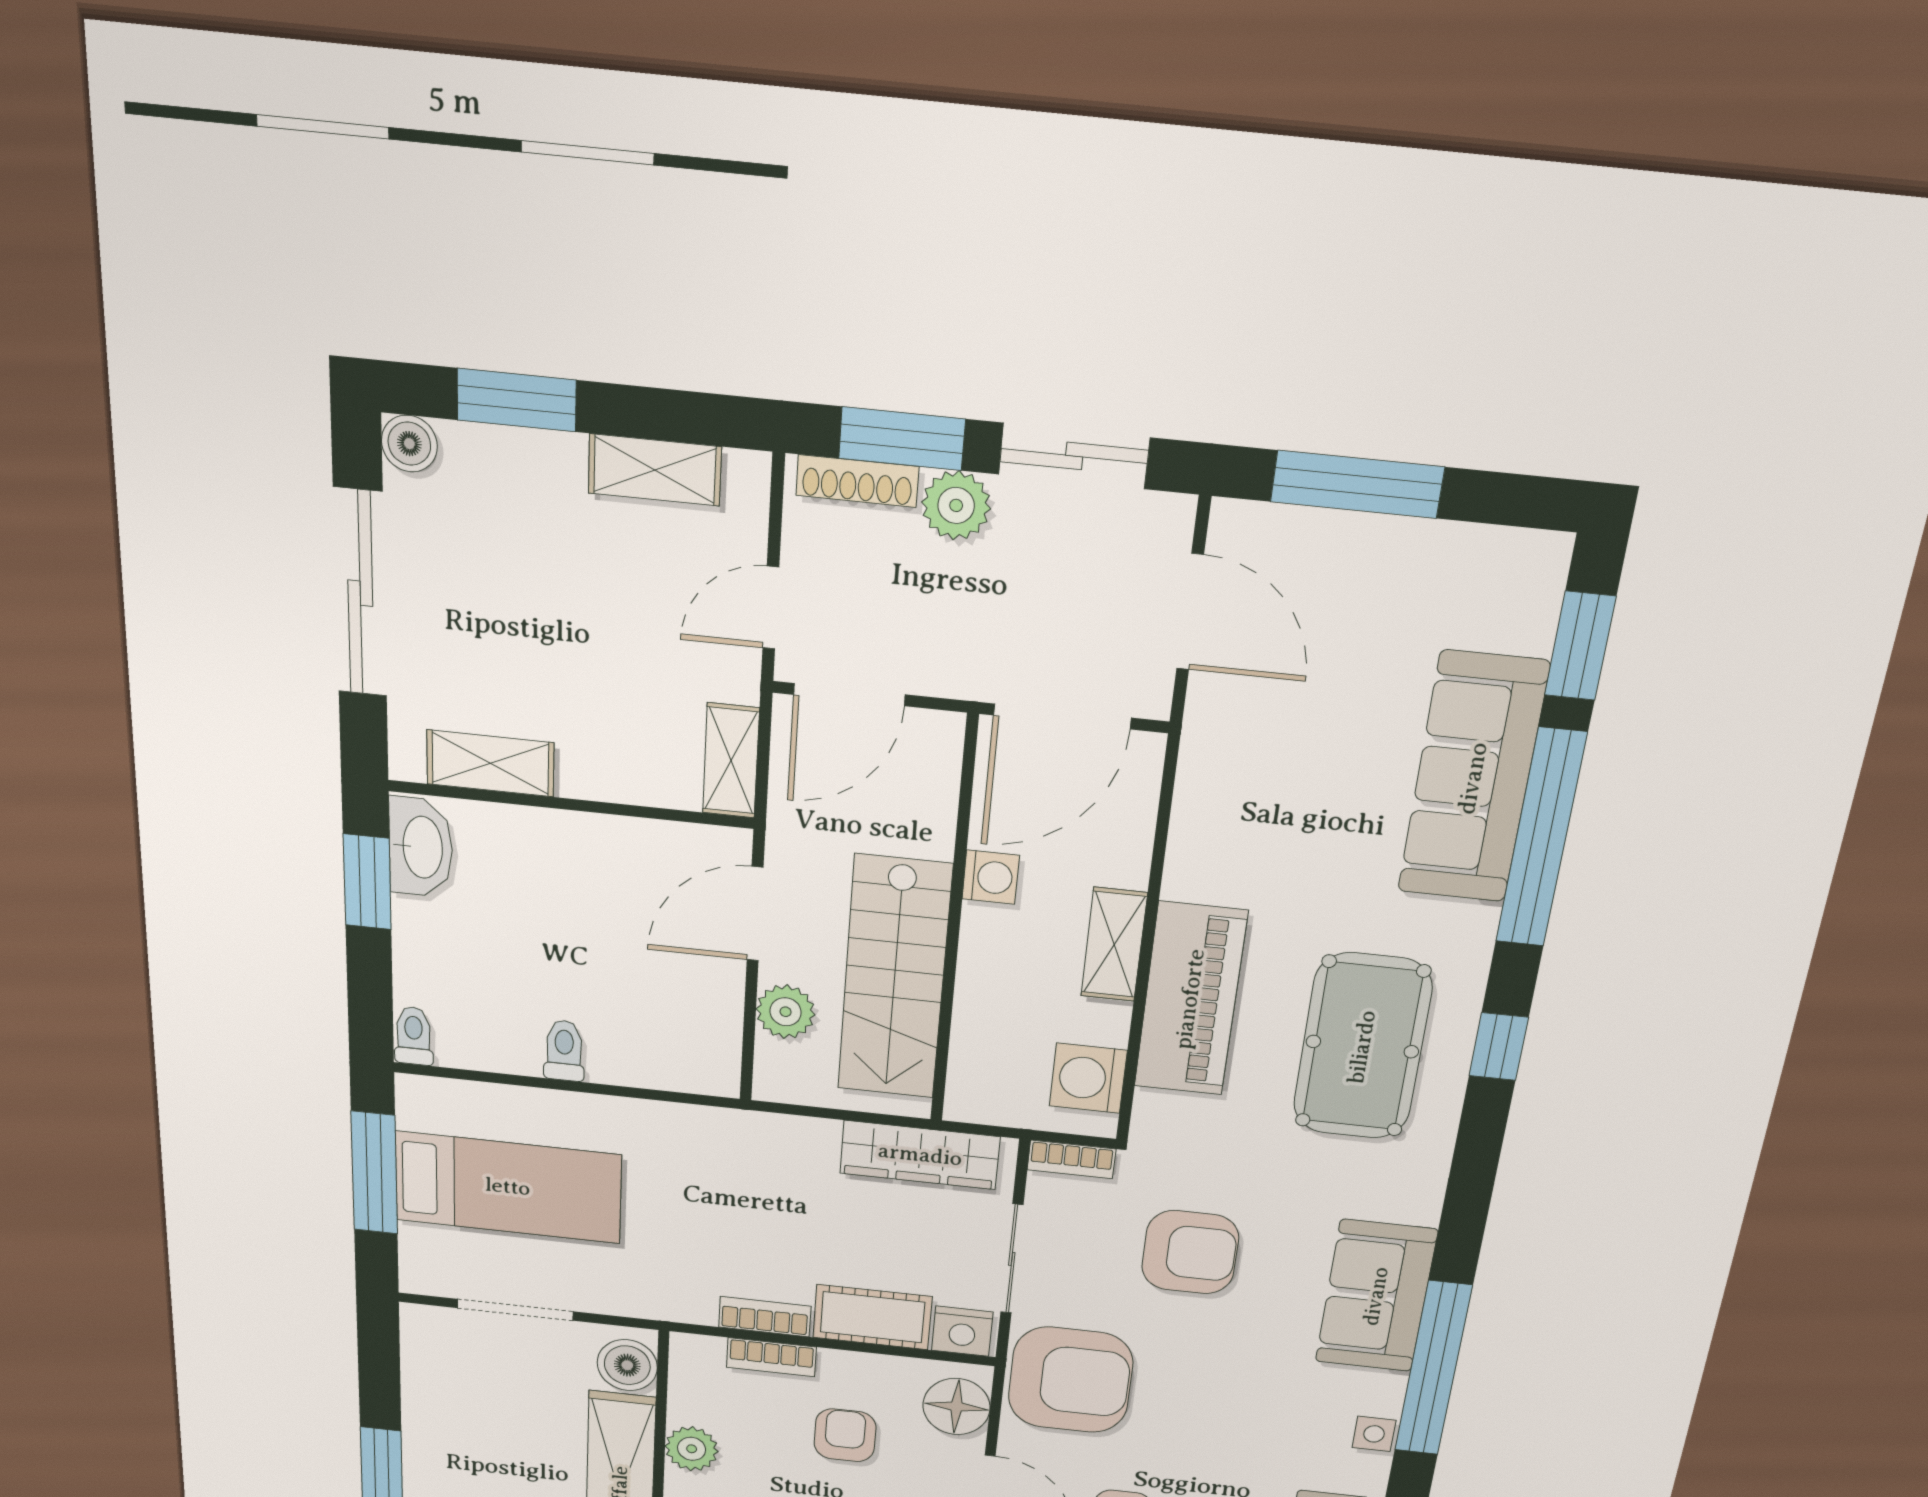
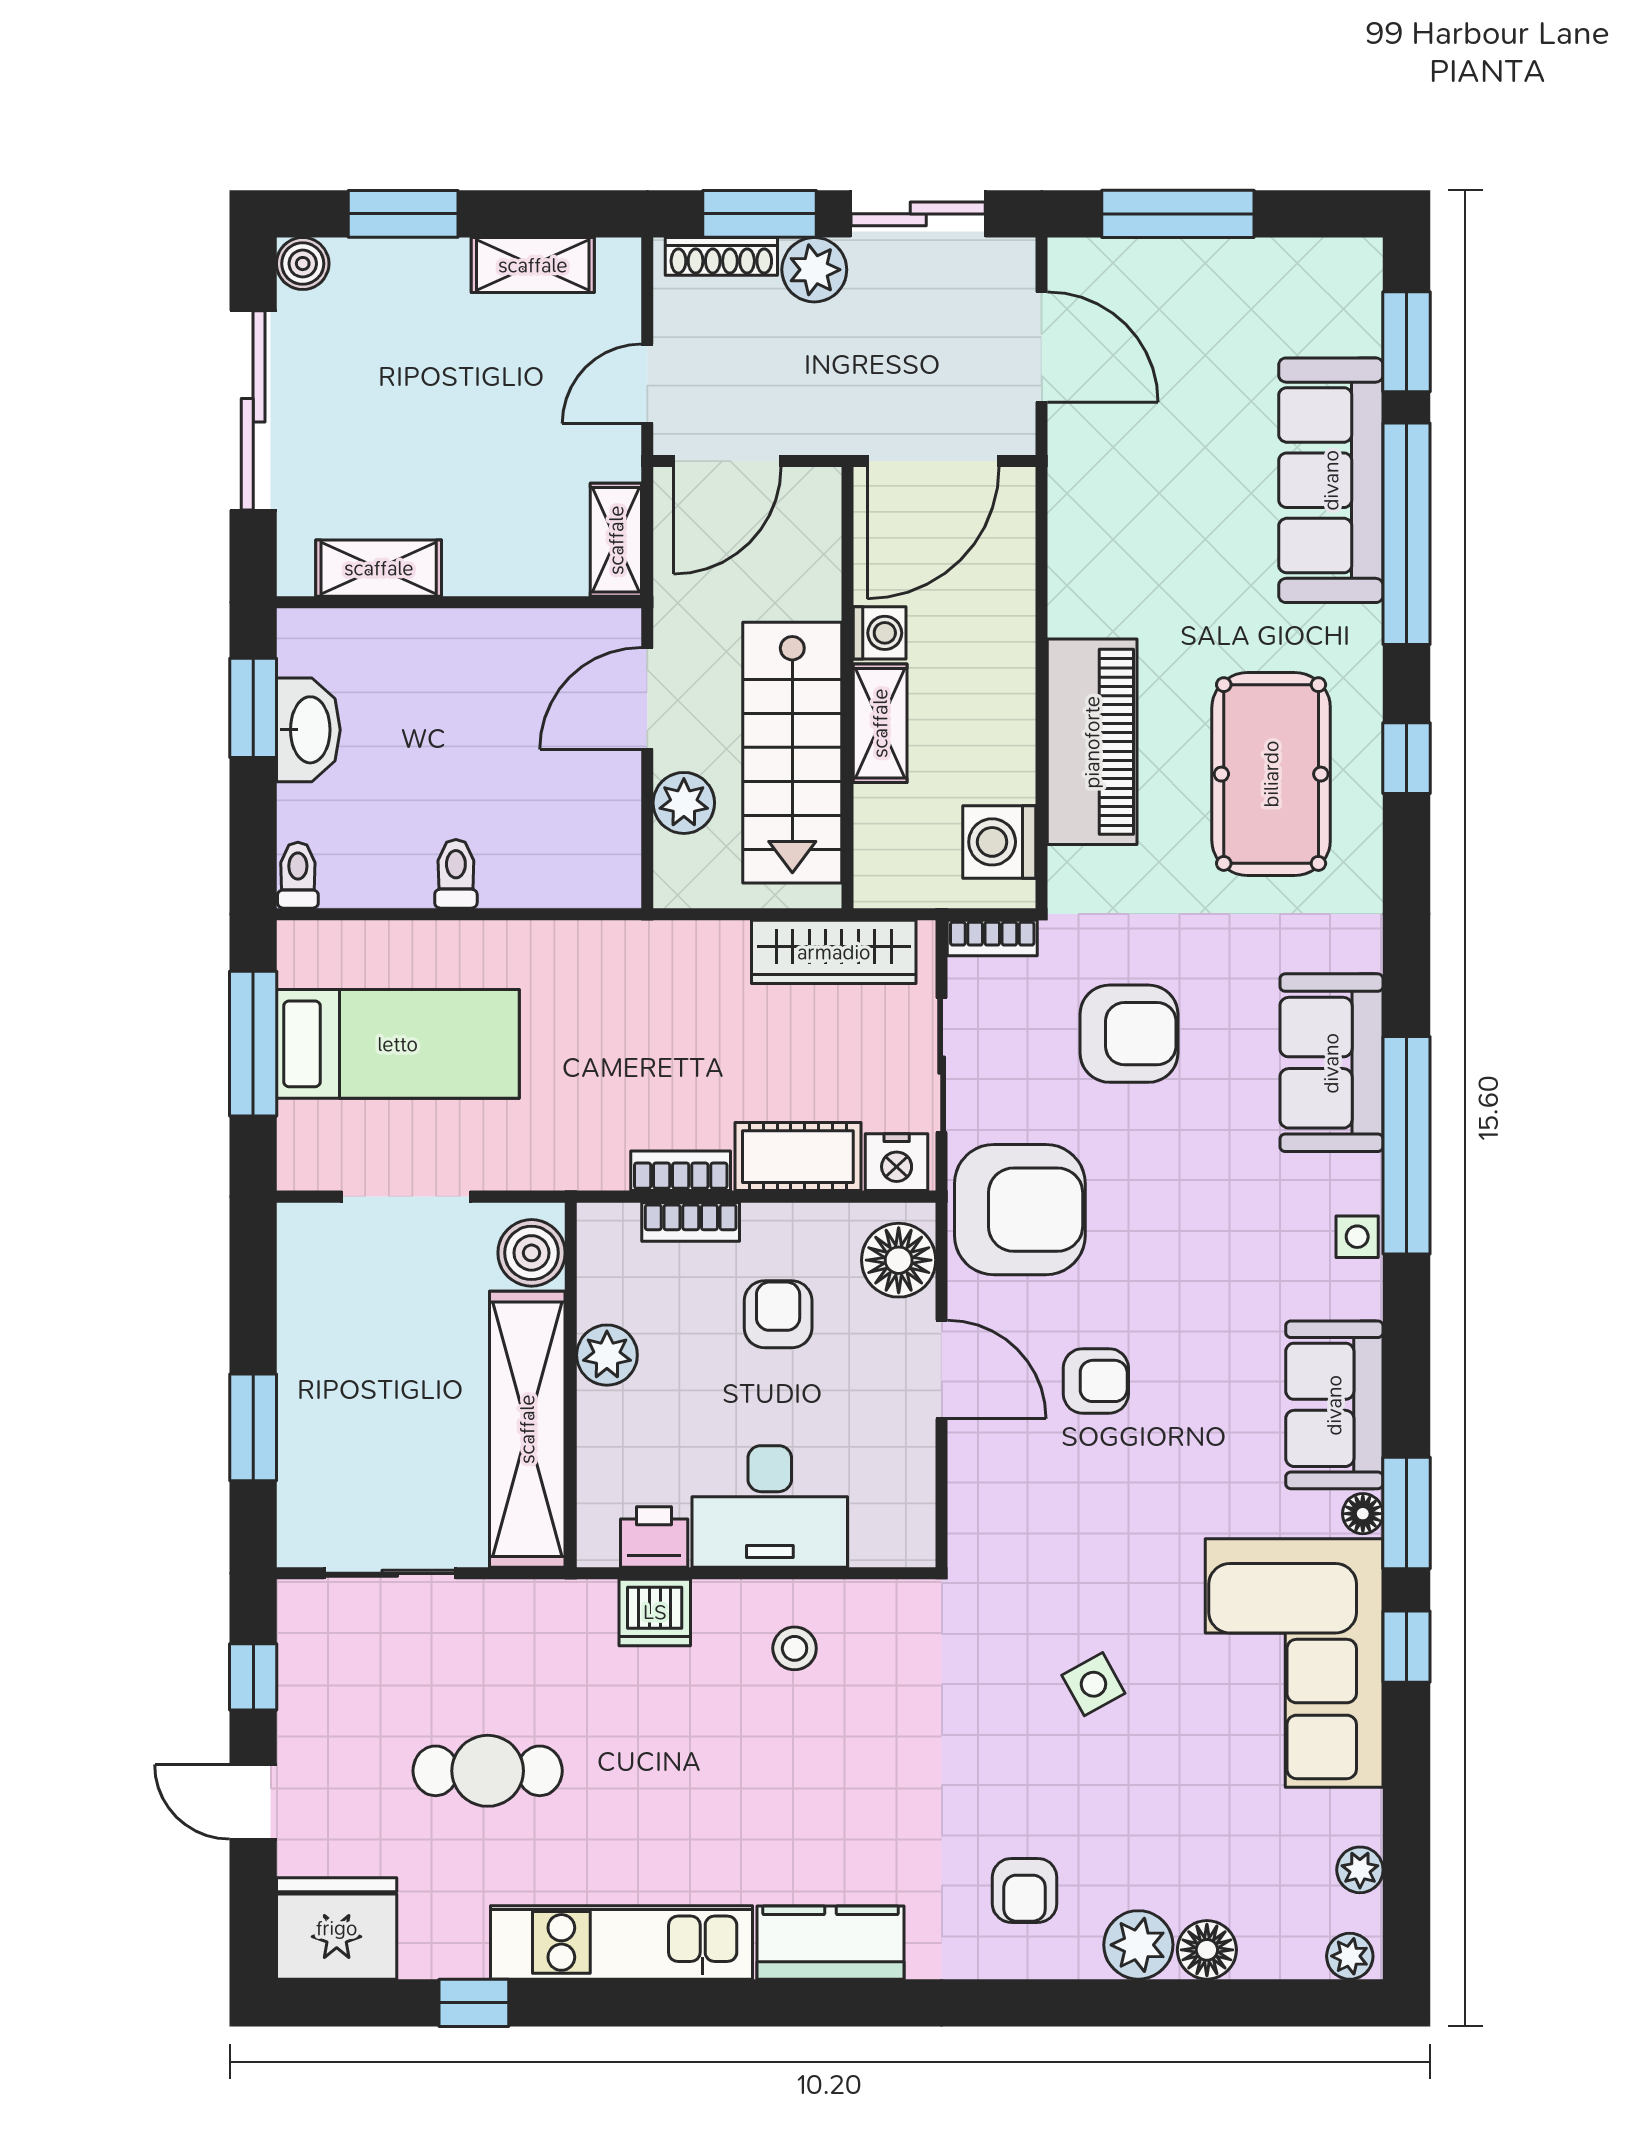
washbasin: (421, 847) -> (308, 730), moved
shelving: (1114, 945) -> (880, 723), moved

